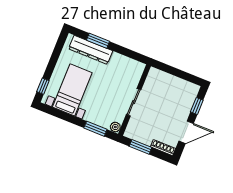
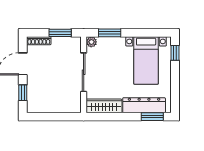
window: (98, 41) -> (152, 117), moved
wardrobe: (127, 64) -> (104, 106), added
sliding door: (134, 102) -> (84, 72), width x1.37

